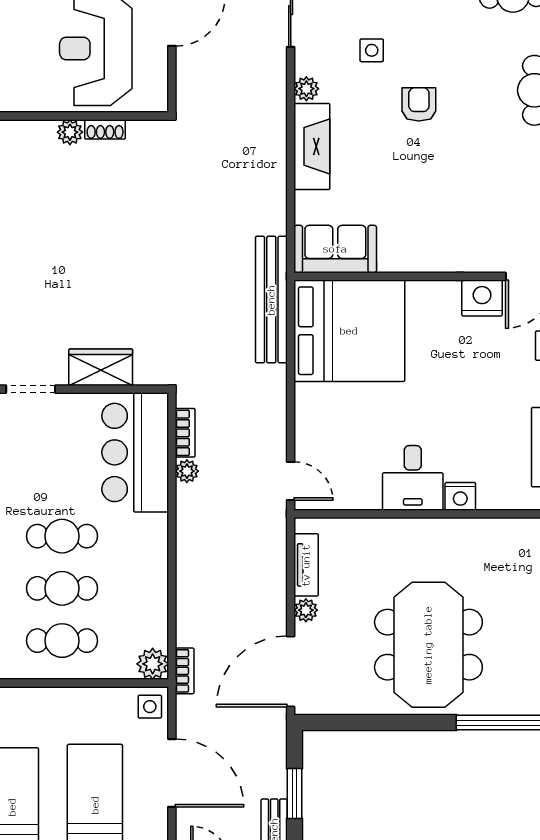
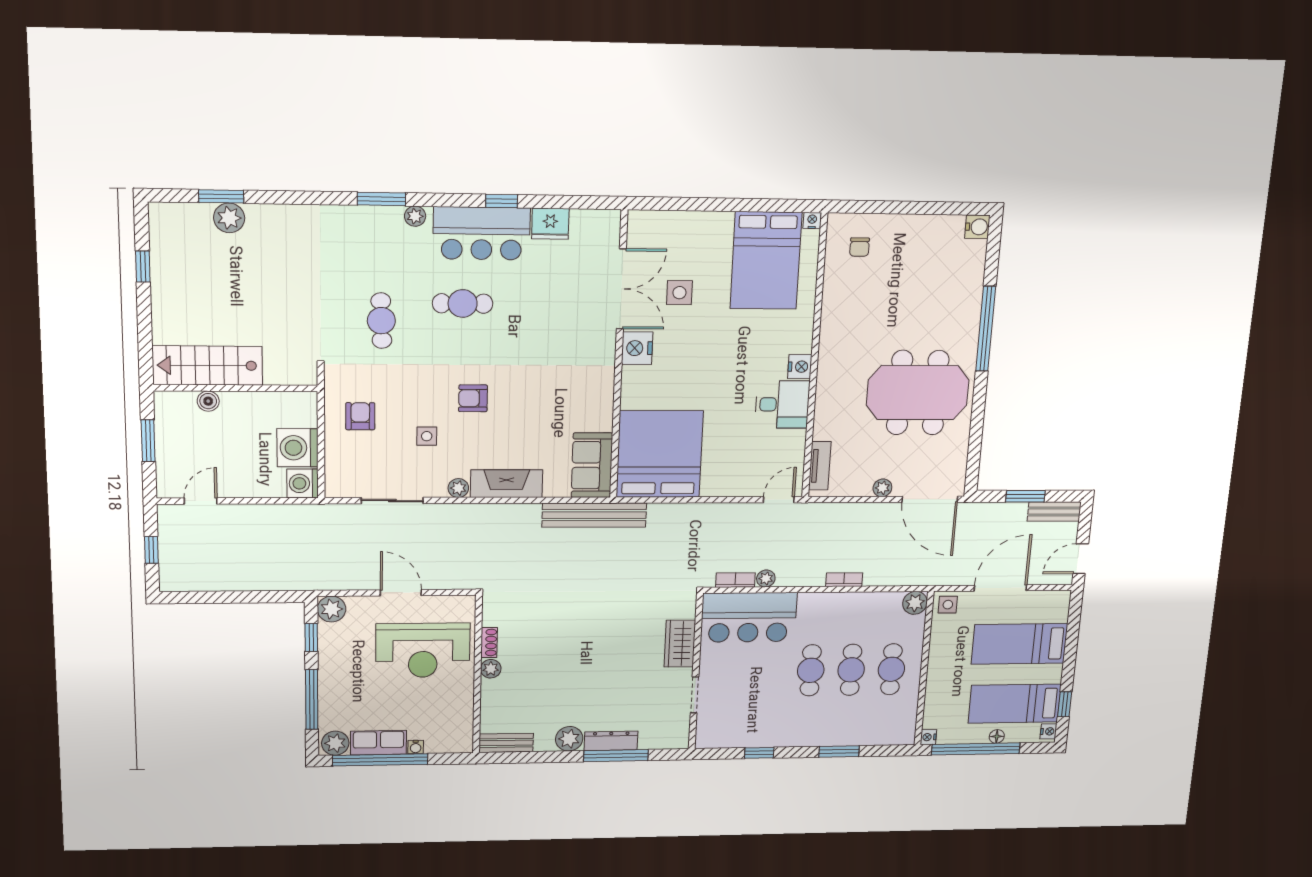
bench: (271, 300) -> (594, 515), moved
tv unit: (306, 565) -> (820, 466), moved, turned 90
bookcase: (185, 671) -> (844, 580), moved

